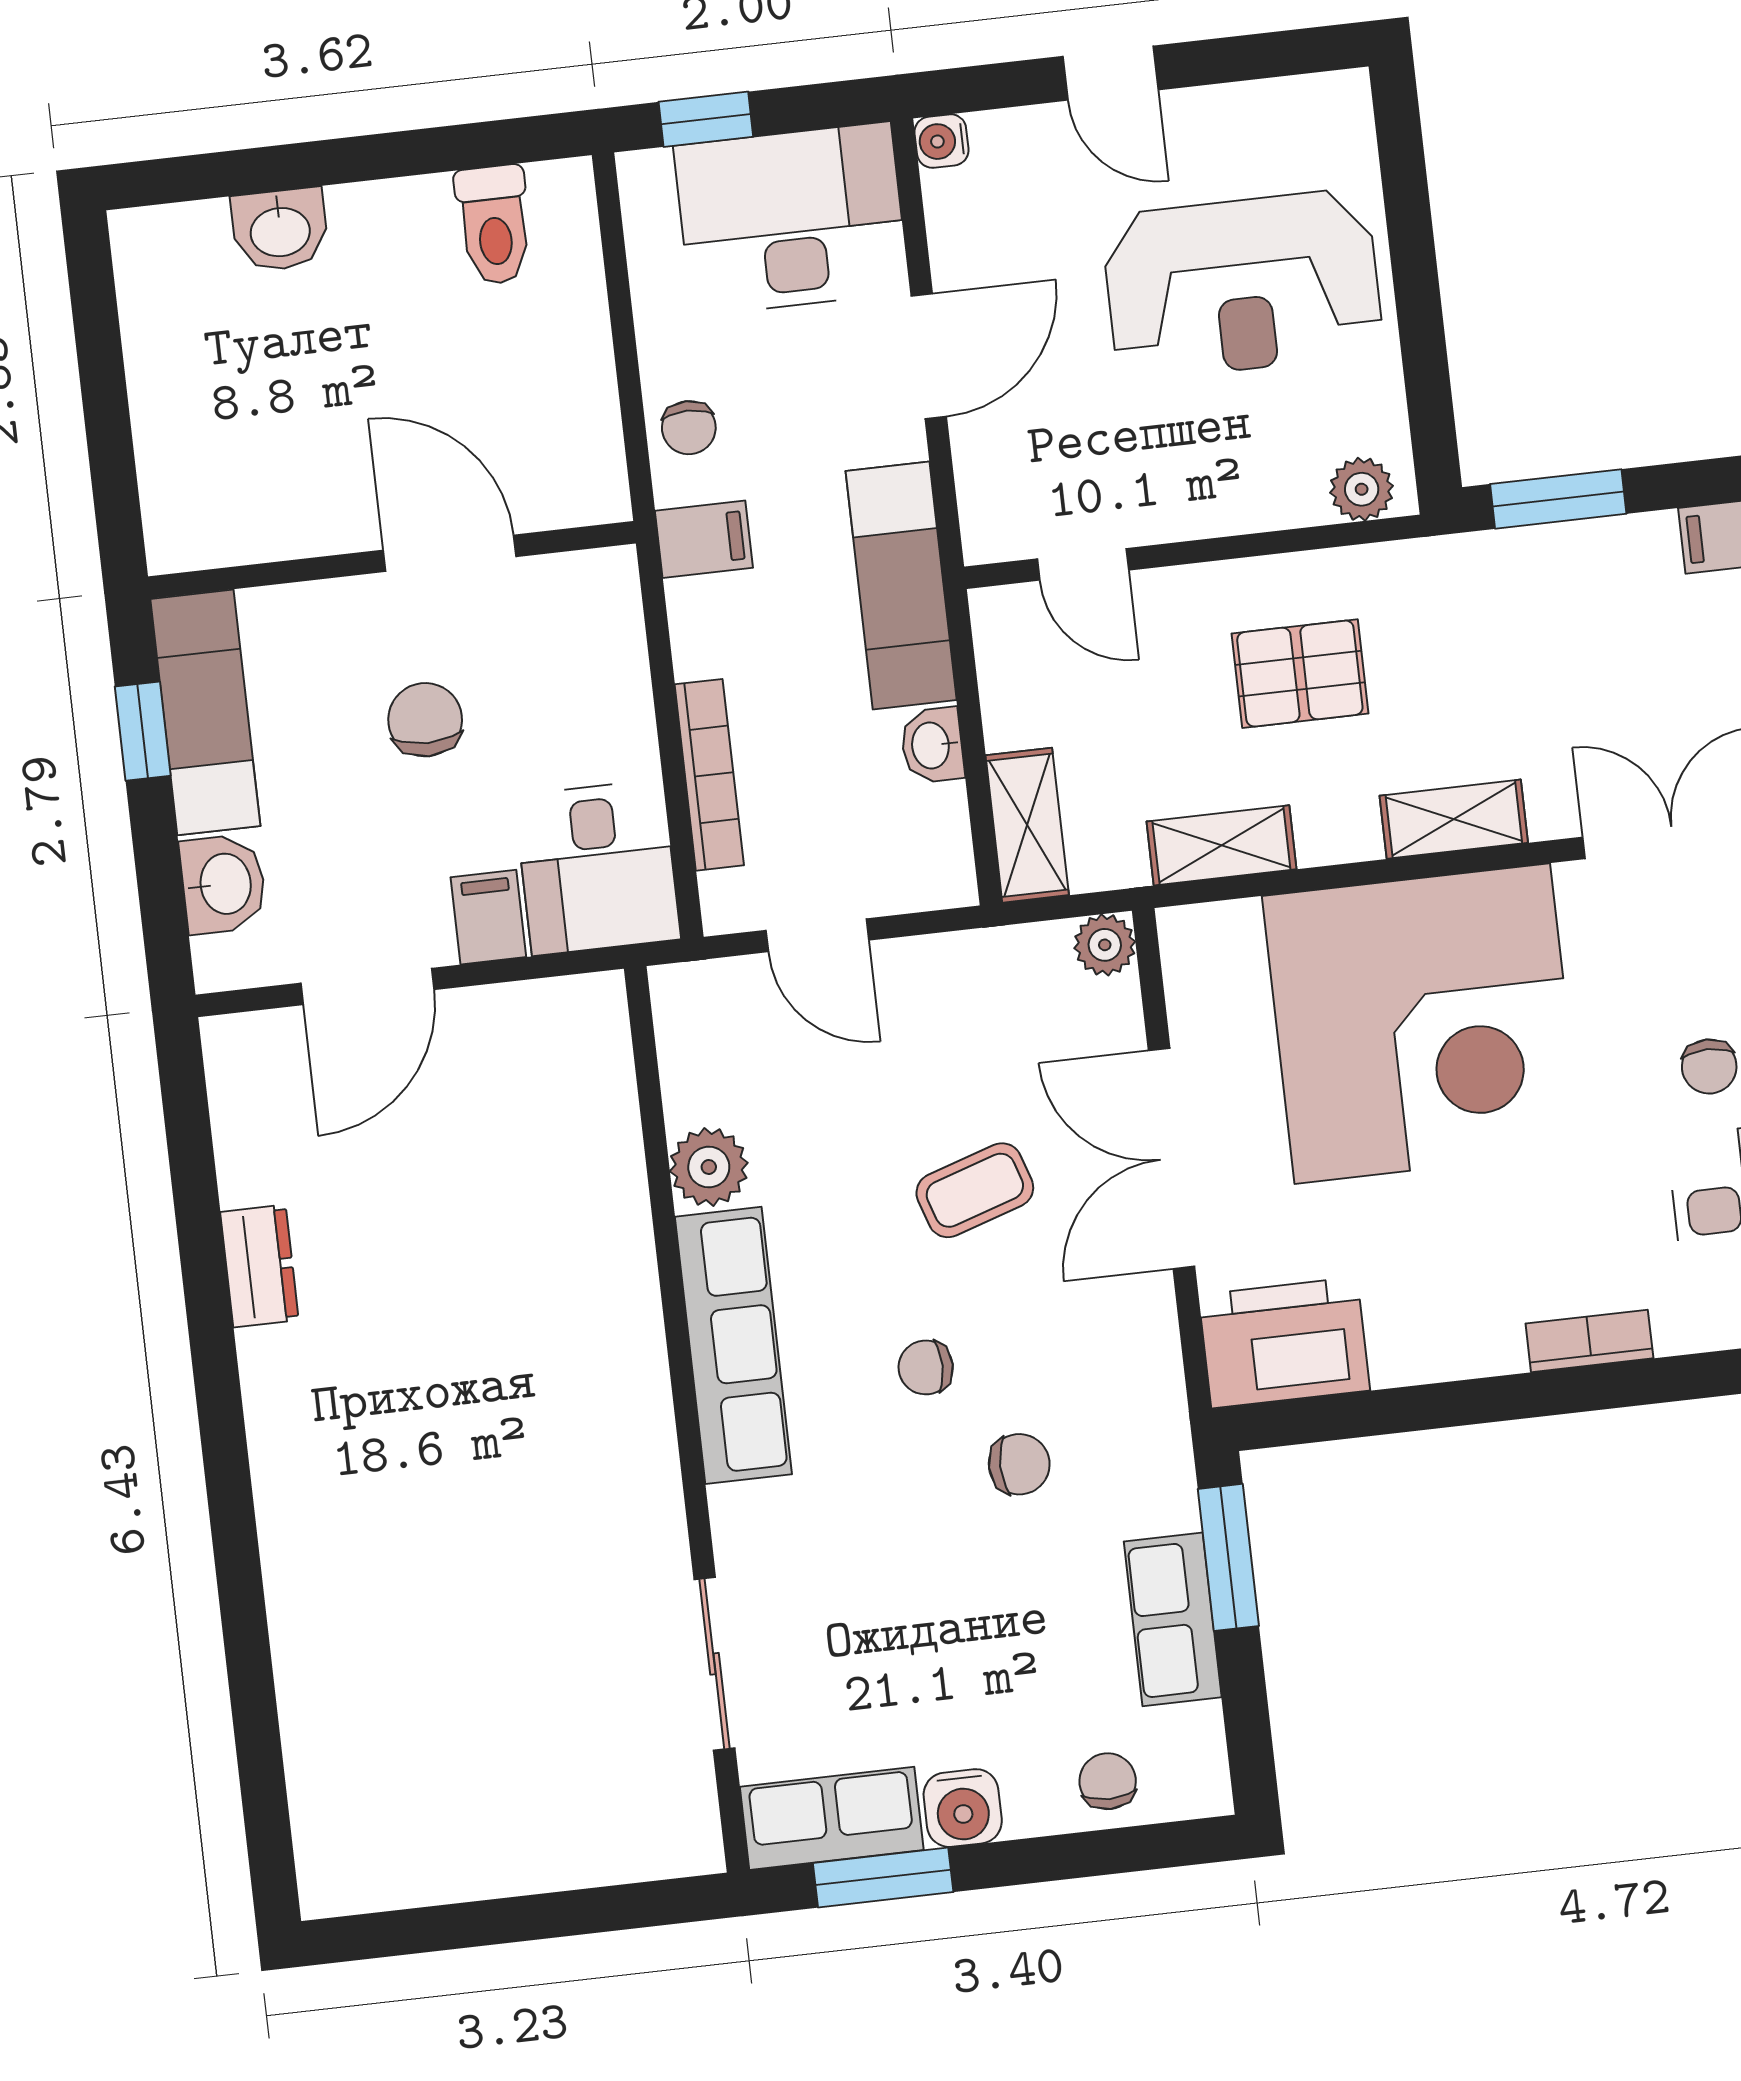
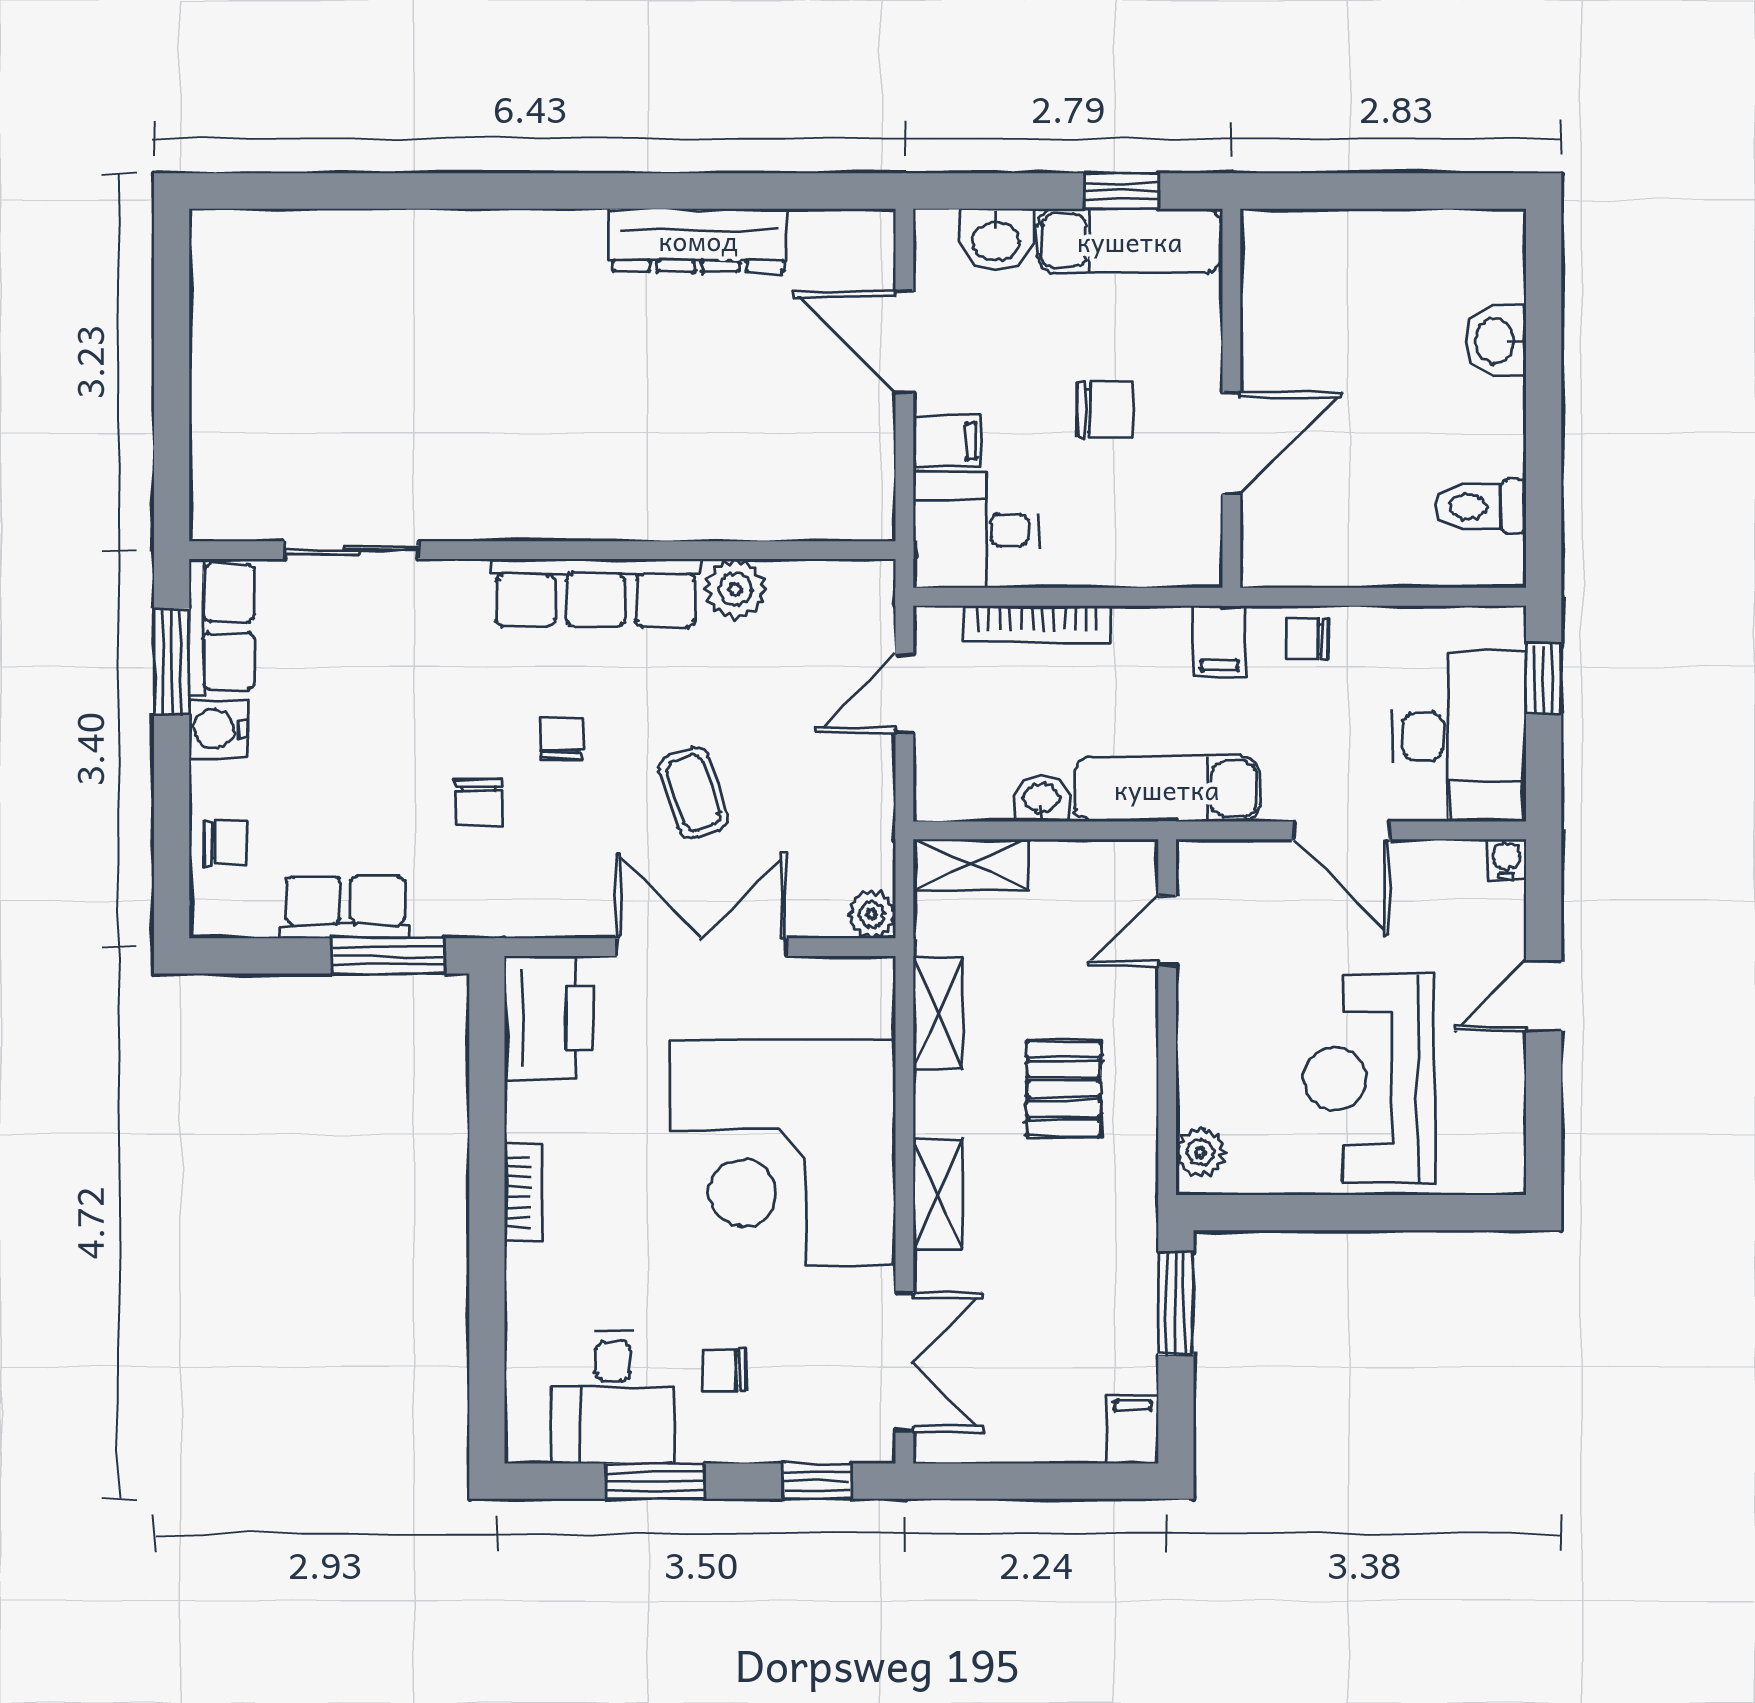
dresser: (259, 1266) -> (698, 240), width x1.96, depth x1.24
bookcase: (1589, 1341) -> (524, 1192), moved

